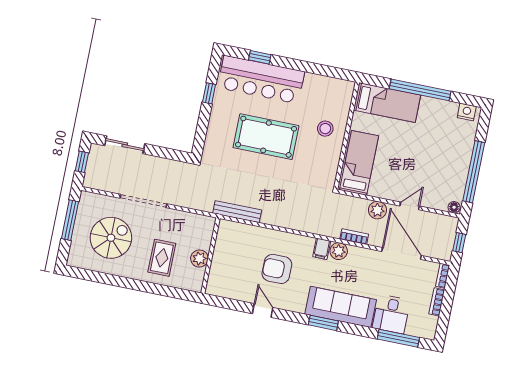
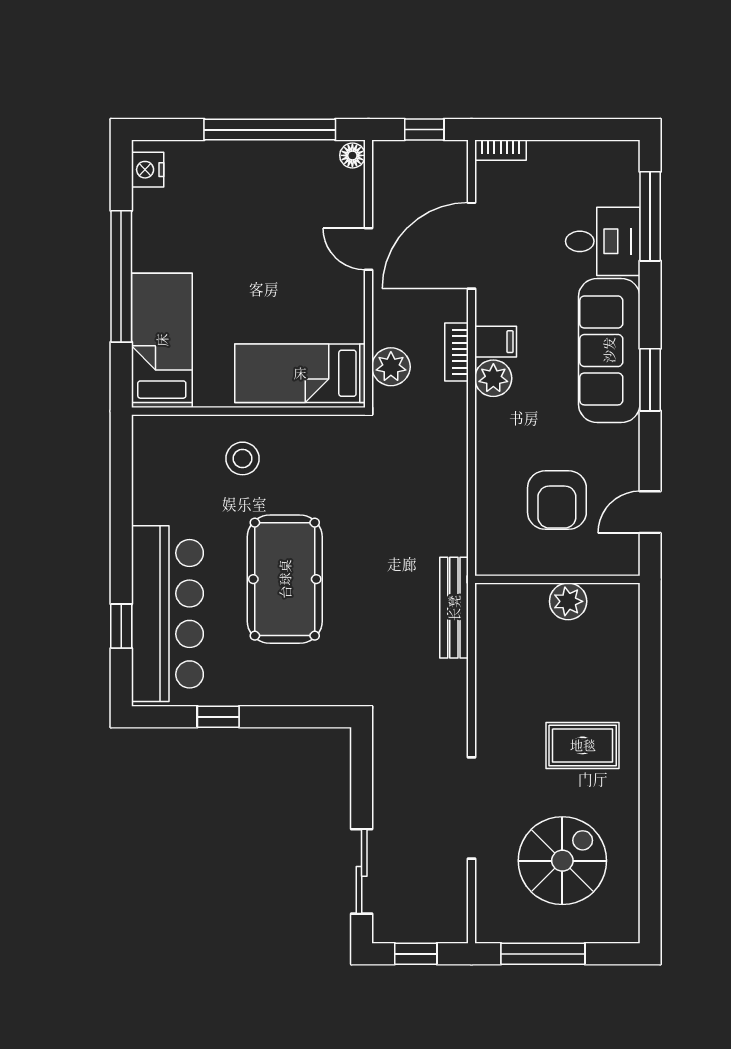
plant: (377, 210) -> (391, 367), moved
spiral stairs: (111, 238) -> (562, 861), turned 90
filing cabinet: (322, 249) -> (496, 342), moved
wall: (210, 256) -> (557, 579), moved
plant: (199, 259) -> (568, 601), moved
bookcase: (437, 302) -> (558, 151), removed

